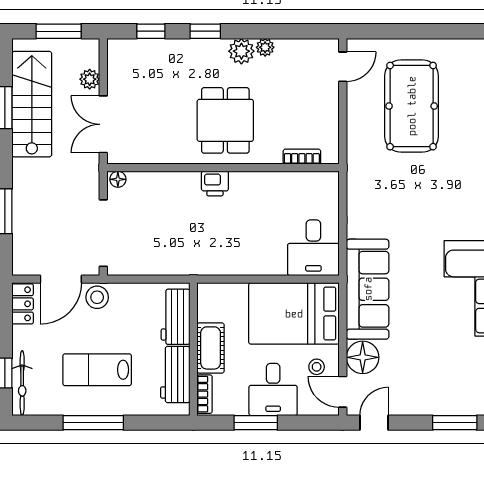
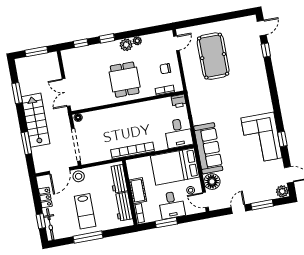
plant: (90, 79) -> (56, 72), removed
stairs: (32, 104) -> (36, 120), moved
chair: (311, 114) -> (165, 69), added
printer: (215, 183) -> (179, 101), moved
bookcase: (215, 266) -> (133, 151), added
locker: (23, 304) -> (45, 197), moved
lab bench: (97, 370) -> (85, 211), turned -90
door: (374, 423) -> (238, 209), moved

